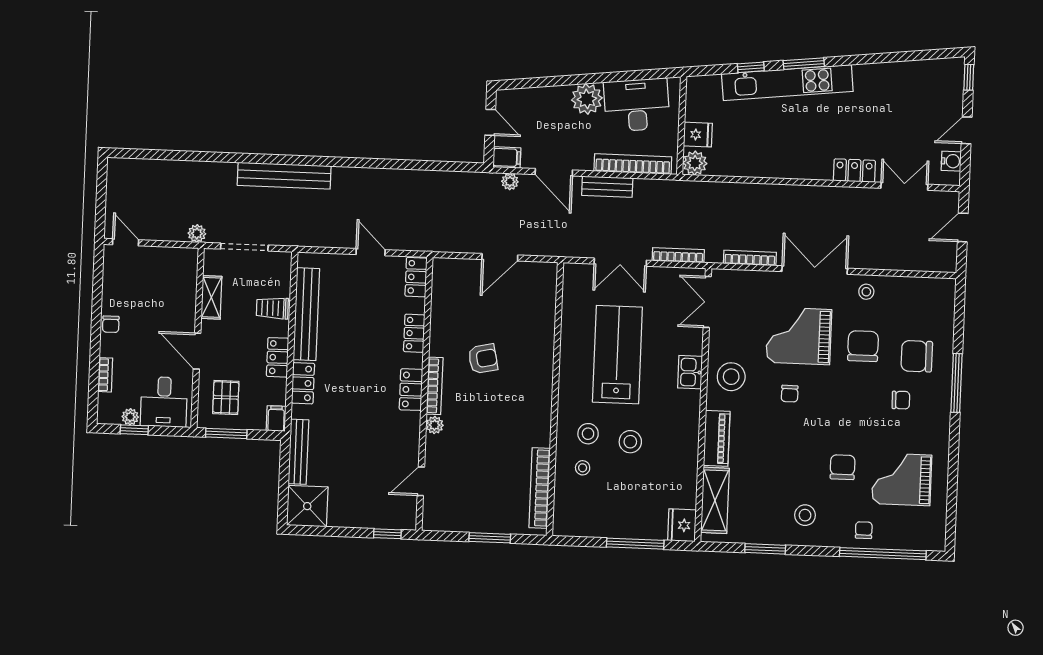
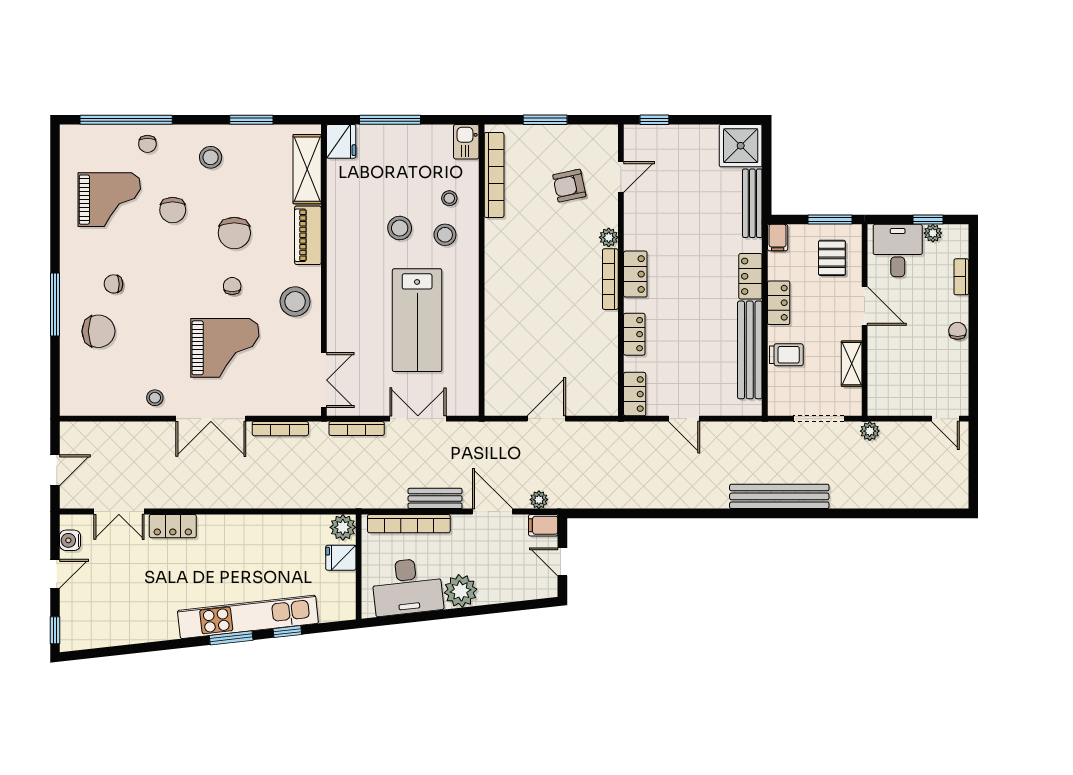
chair: (863, 346) -> (234, 233), moved
armchair: (483, 359) -> (569, 186), moved
kitchen sink: (690, 372) -> (466, 142), moved, turned 180

